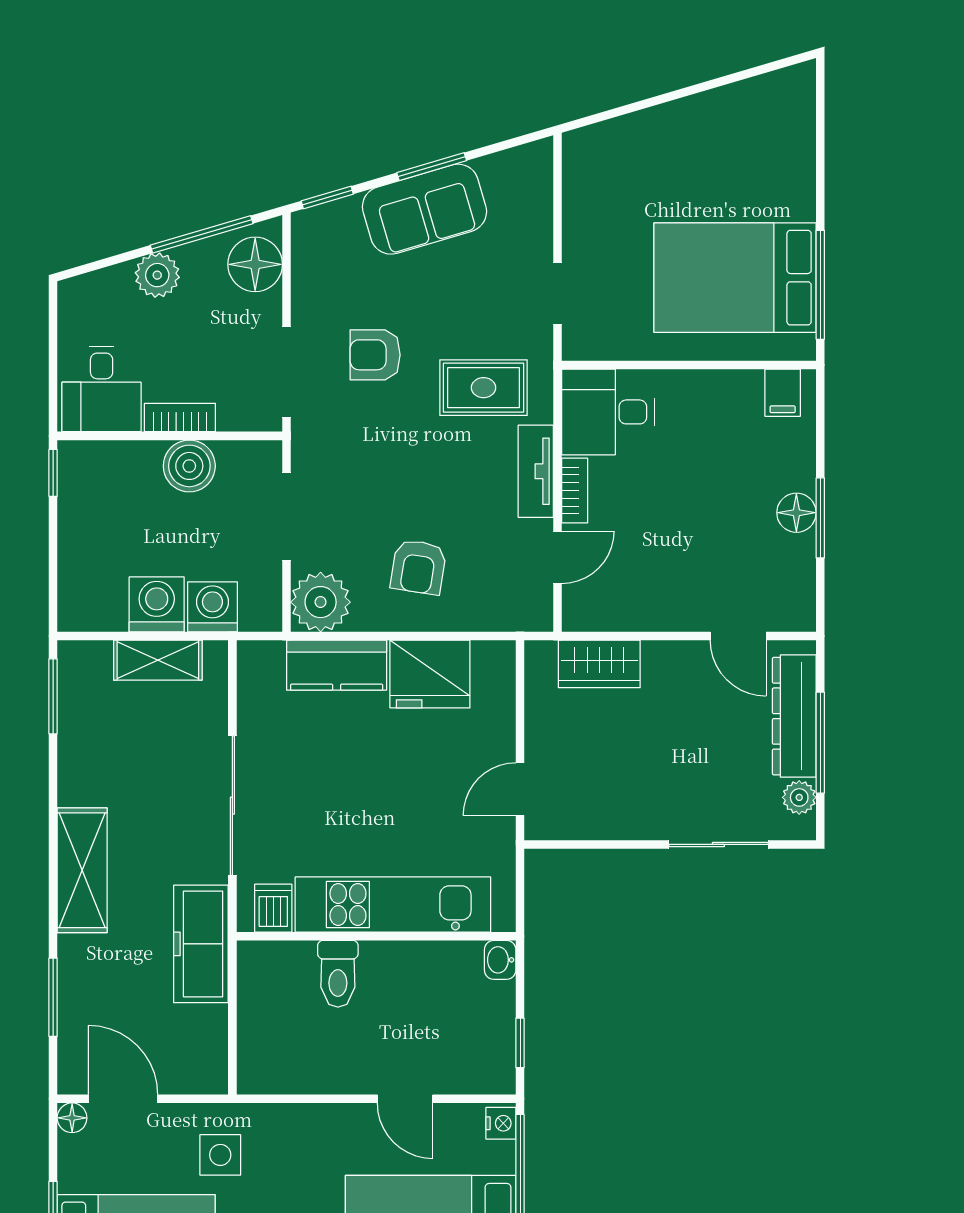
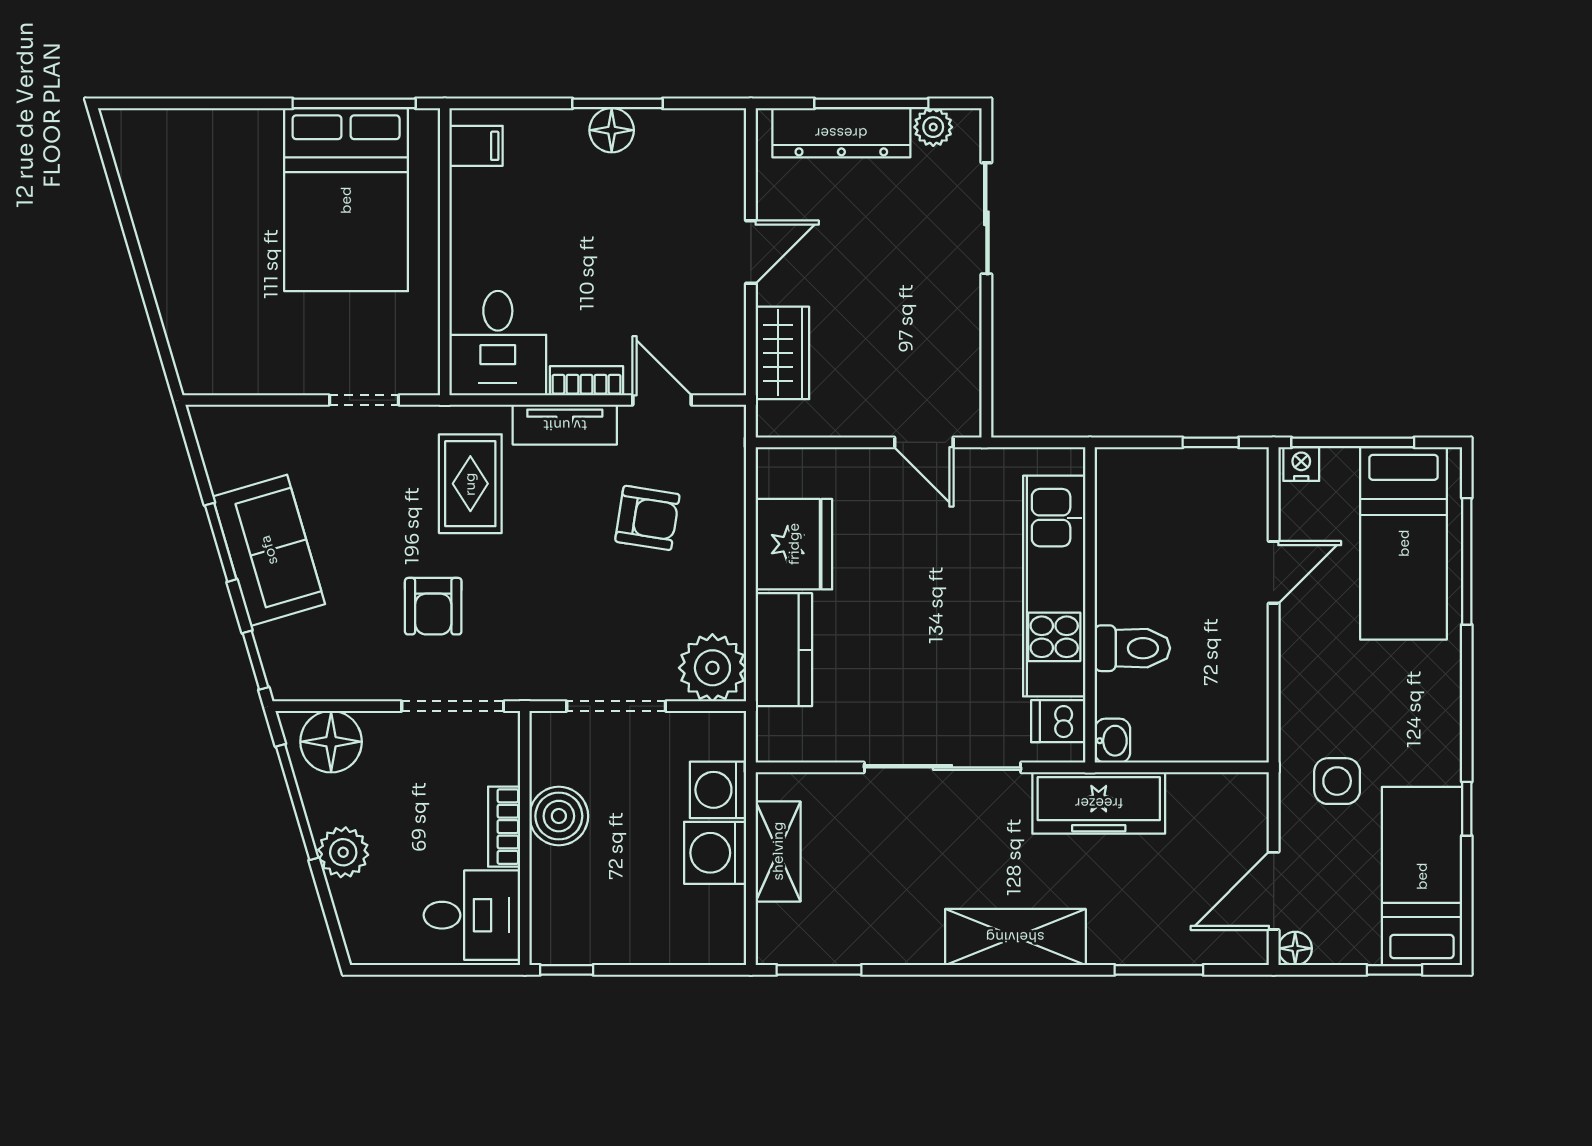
armchair: (418, 567) -> (647, 518), moved
door: (738, 636) -> (751, 252), moved
washbasin: (500, 960) -> (1112, 741), moved, turned -90

